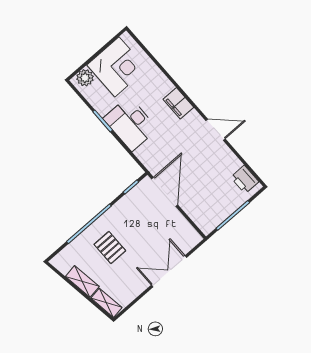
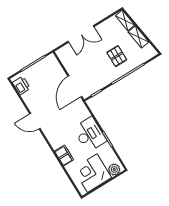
filing cabinet: (178, 103) -> (64, 155), moved

